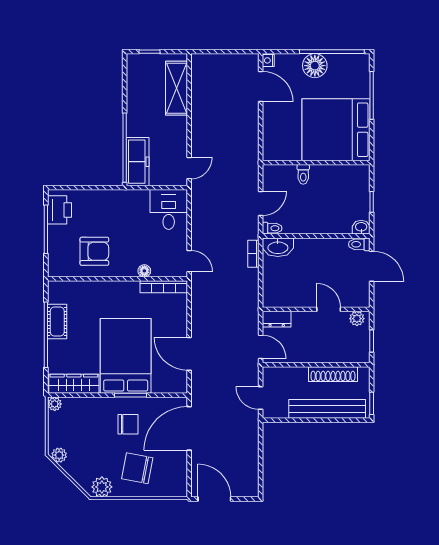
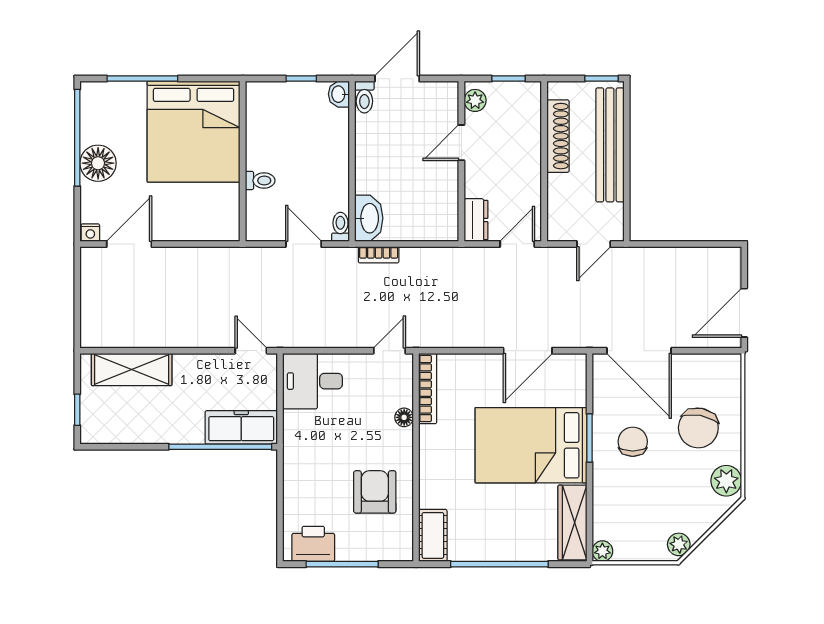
cot: (57, 322) -> (433, 535), moved, turned 90

